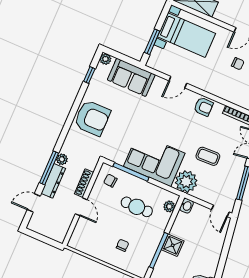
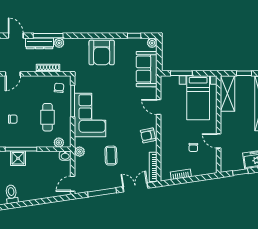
armchair: (204, 107) -> (148, 135), turned 78
plant: (186, 182) -> (80, 152), width x0.53, depth x0.53
door: (81, 207) -> (13, 74), moved
shower: (173, 245) -> (18, 158), moved

